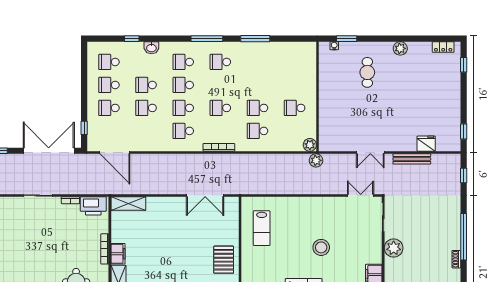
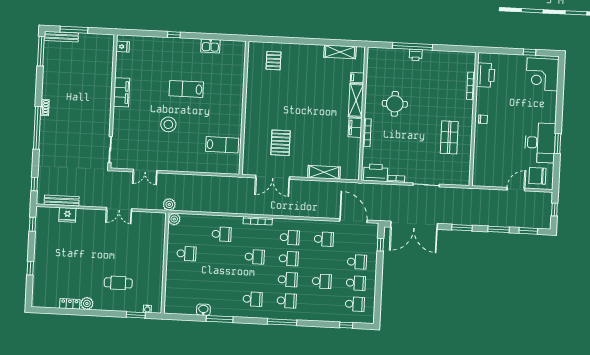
window: (132, 39) -> (346, 325), moved
window: (207, 39) -> (282, 322), moved
locker: (443, 47) -> (70, 304), moved
washbasin: (151, 48) -> (203, 310), moved
window: (464, 65) -> (30, 268), moved
cafe table: (367, 72) -> (118, 283), turned 90
school desk: (146, 108) -> (324, 239), moved
school desk: (257, 108) -> (221, 255), removed
double door: (370, 153) -> (119, 209), swing flipped
bench: (412, 159) -> (62, 201), moved
double door: (205, 195) -> (273, 177), swing flipped
double door: (361, 195) -> (145, 171), moved
shelving: (128, 204) -> (324, 172), moved
lab bench: (262, 228) -> (222, 145), turned 90
shop shelf: (15, 248) -> (449, 137), added
plant: (394, 248) -> (102, 121), removed
pallet: (224, 260) -> (281, 143), moved

